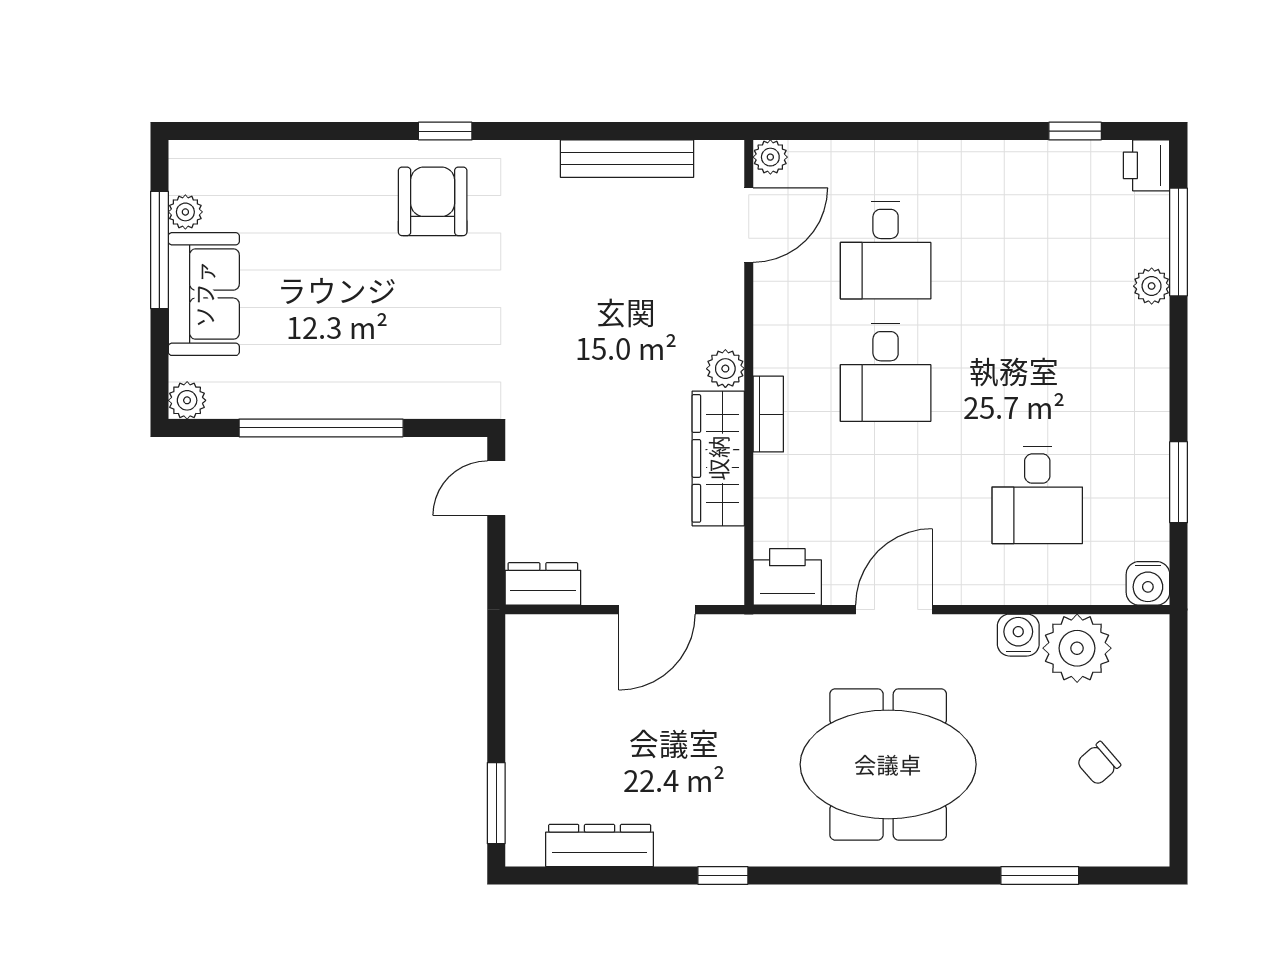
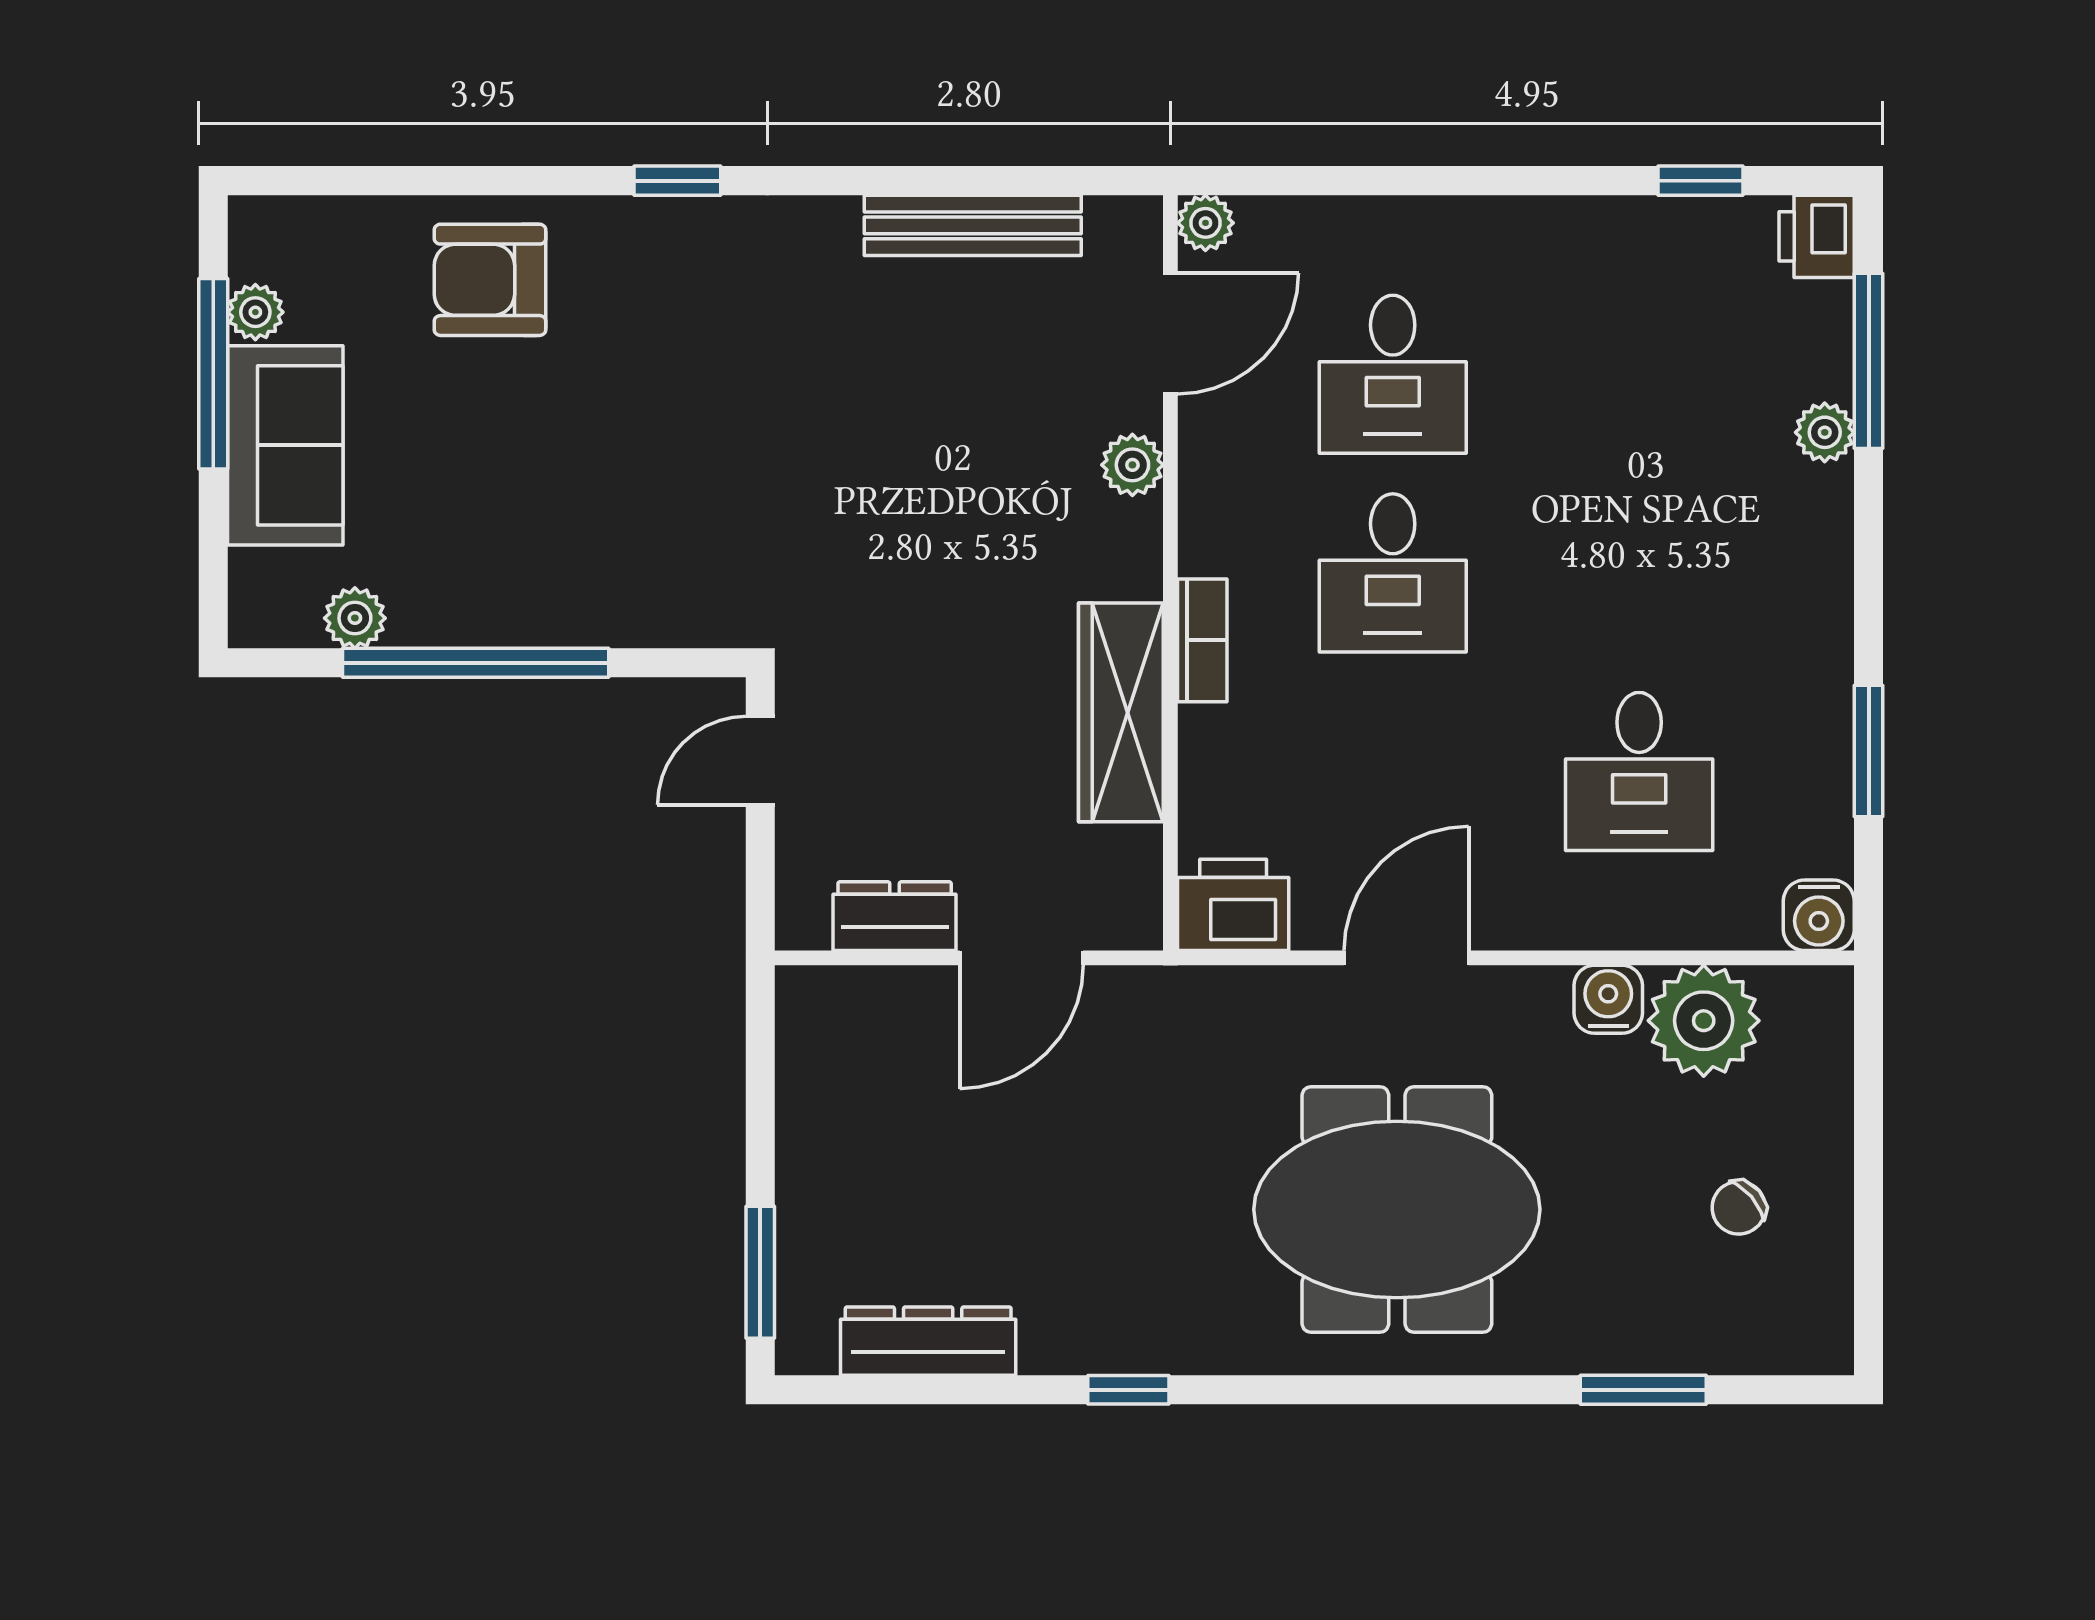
armchair: (433, 201) -> (490, 280), moved, turned -90
plant: (725, 369) -> (1132, 465), moved
plant: (187, 400) -> (355, 618), moved
dresser: (543, 584) -> (895, 916), moved

